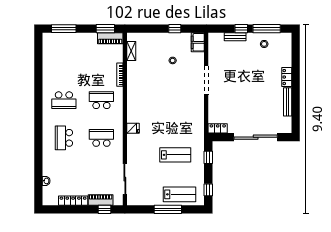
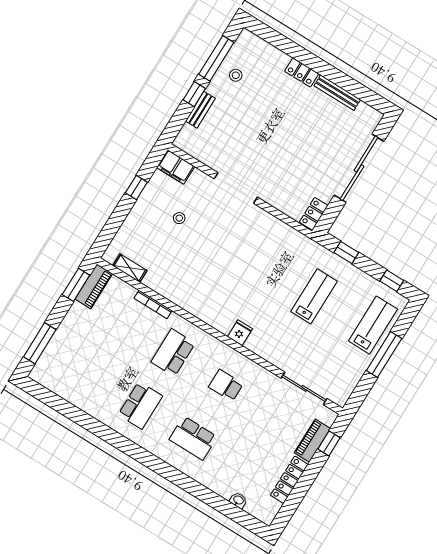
school desk: (101, 138) -> (226, 385), width x0.54

